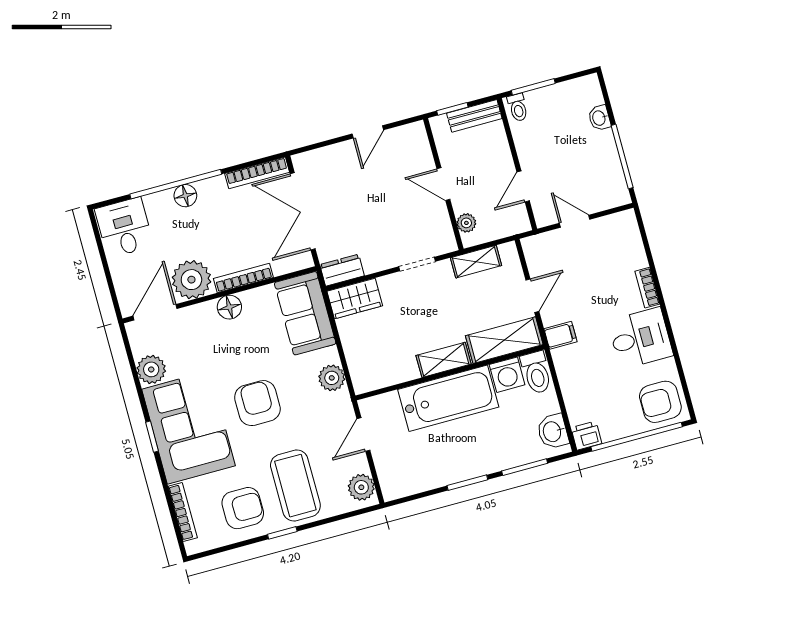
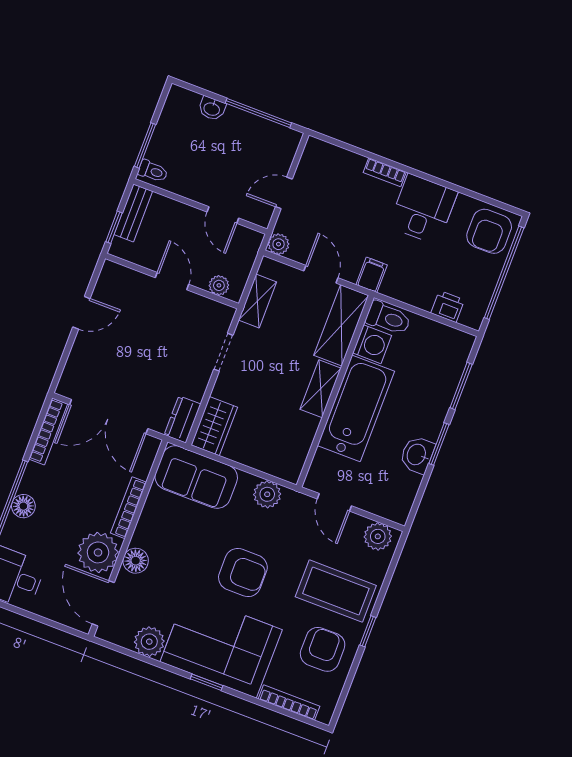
door: (368, 132) -> (81, 313), hinge flipped
door: (443, 184) -> (172, 281), swing flipped
plant: (532, 246) -> (279, 244), added
floor lamp: (229, 307) -> (136, 561), moved
armchair: (257, 403) -> (243, 573), turned 180
washbasin: (553, 431) -> (417, 455), moved, turned 90
printer: (586, 436) -> (448, 307), moved, turned 90

